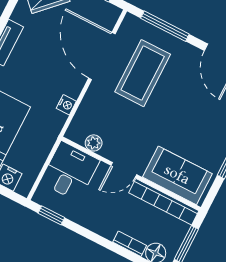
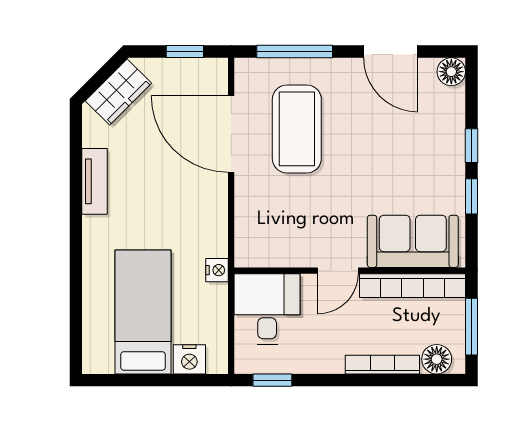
nightstand: (66, 105) -> (217, 270), moved
plant: (94, 143) -> (279, 255), removed
bookcase: (130, 244) -> (382, 365), width x1.56

